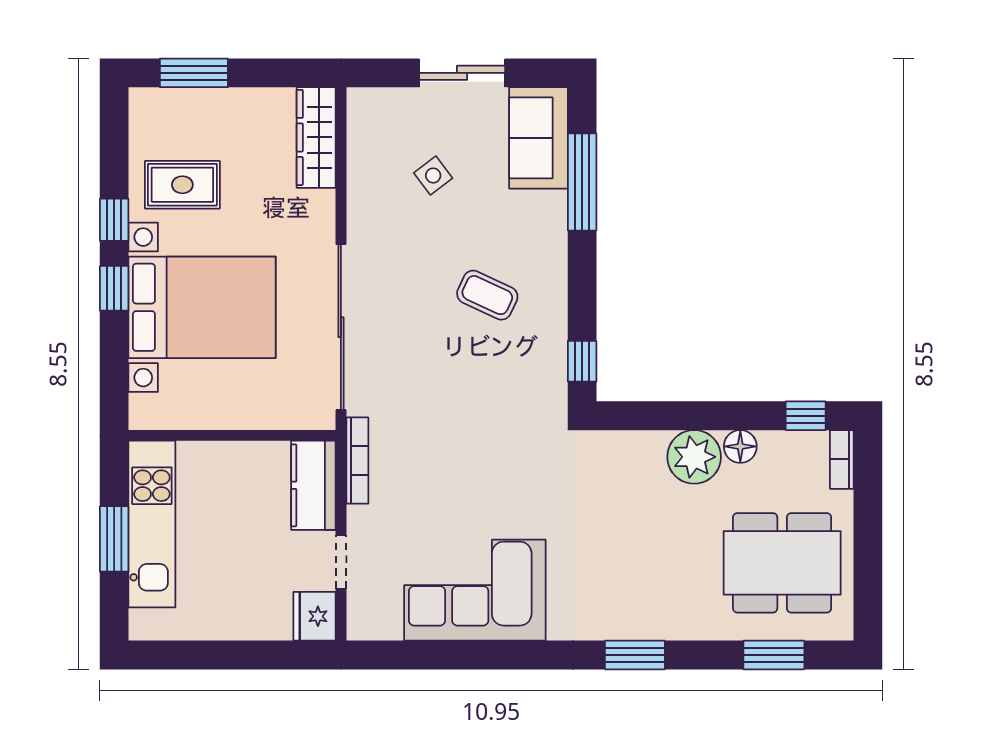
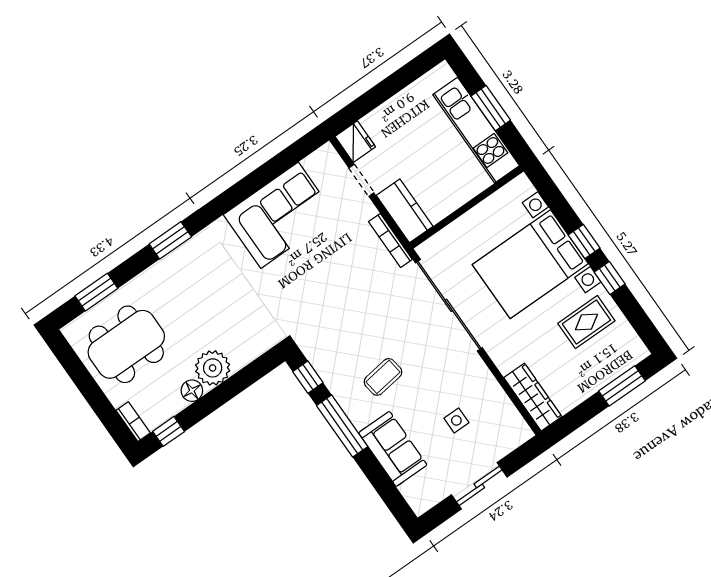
sofa: (538, 138) -> (393, 449), moved
side table: (433, 176) -> (456, 420), turned 37
window: (582, 182) -> (342, 426), moved
coffee table: (487, 295) -> (383, 377), turned -33

